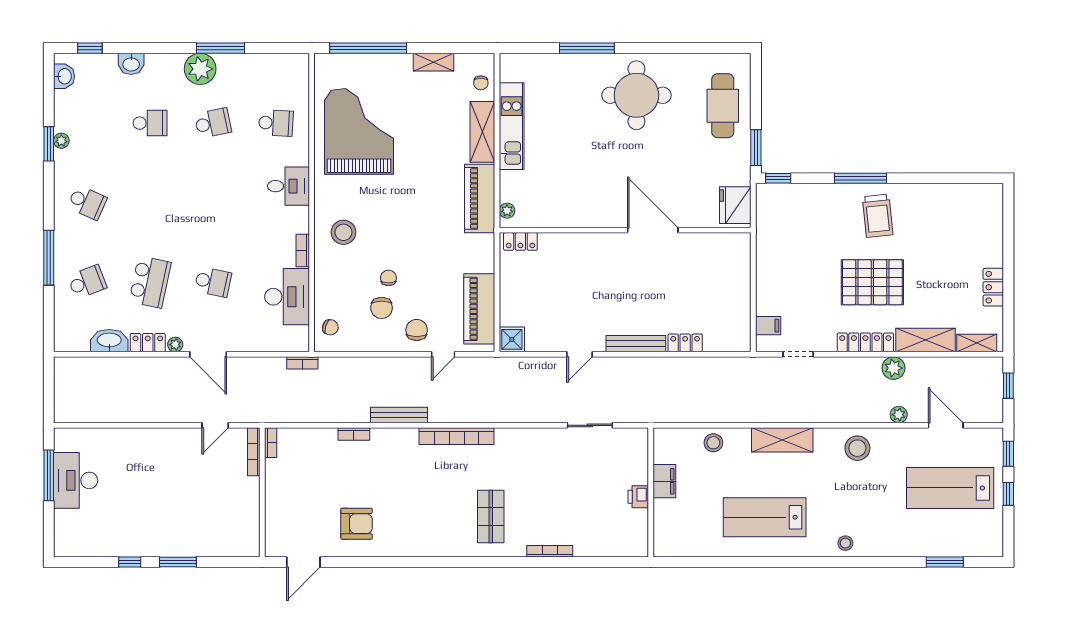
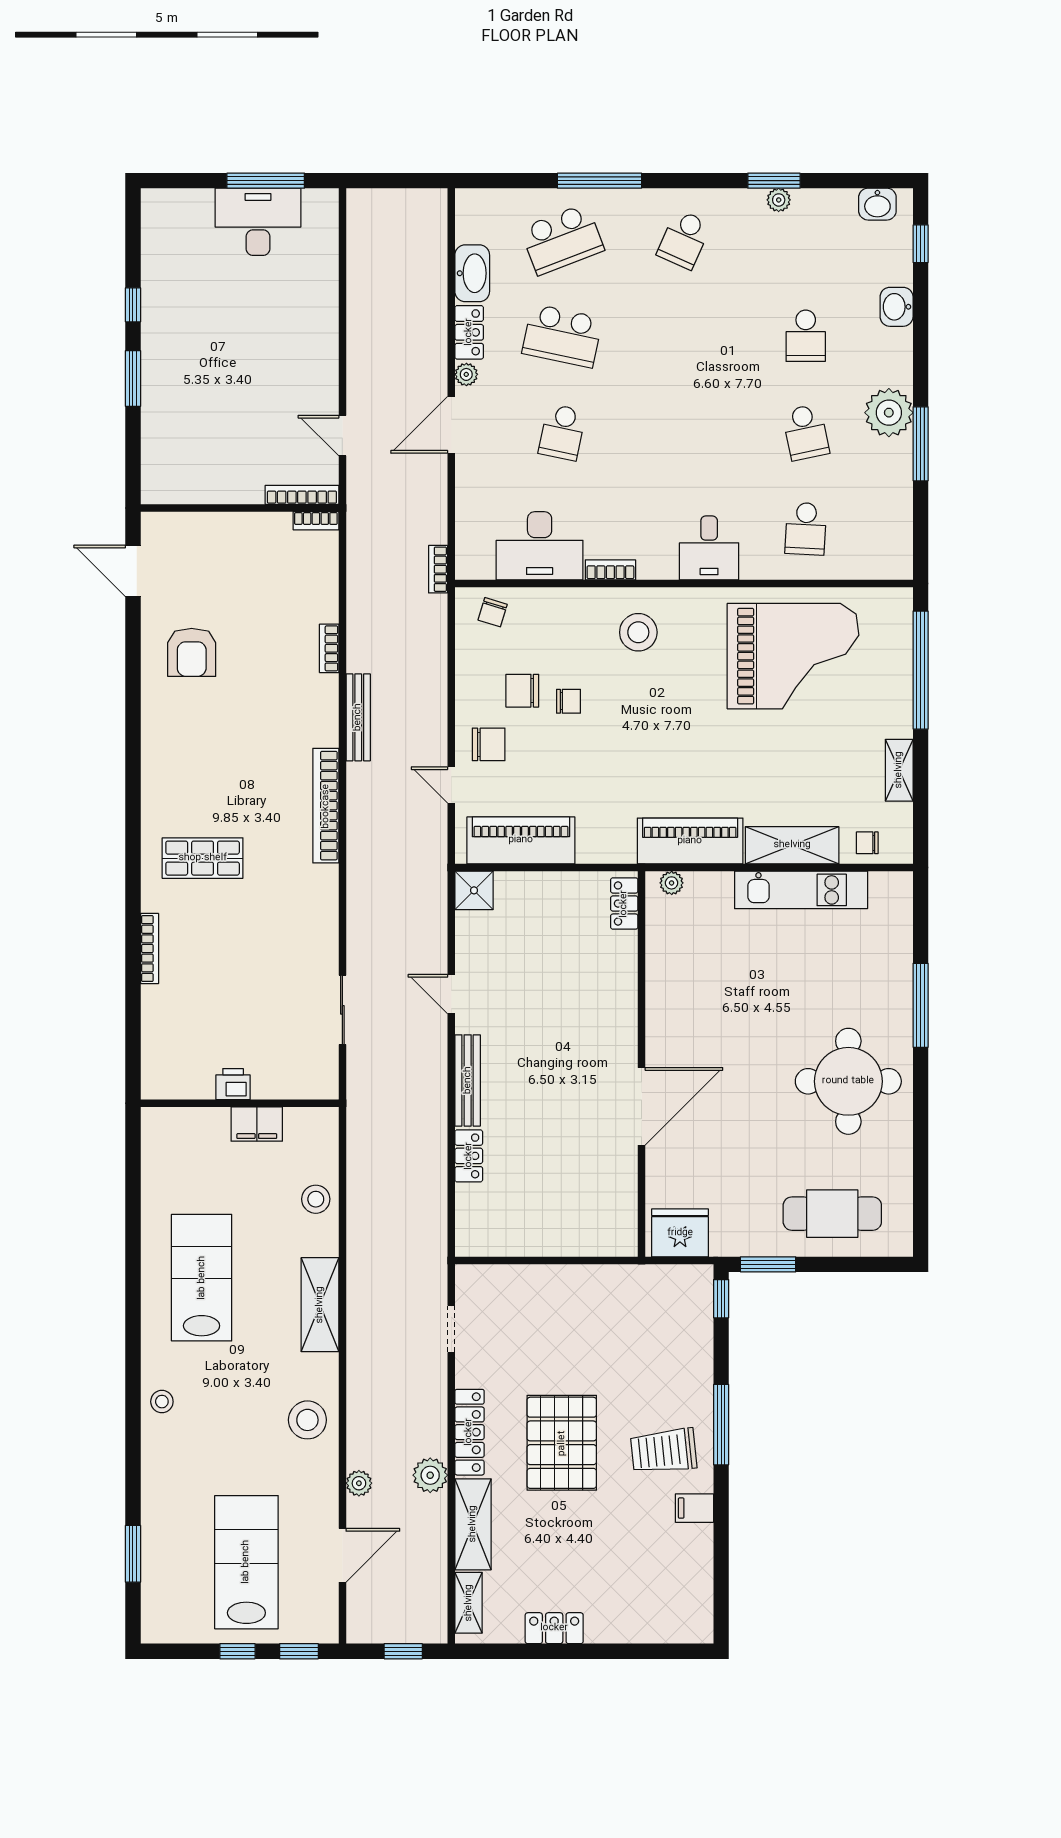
school desk: (87, 282) -> (562, 239), width x1.85
filing cabinet: (768, 326) -> (694, 1508), moved, turned 90

